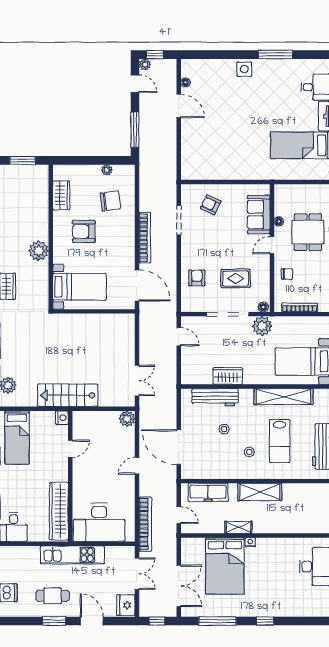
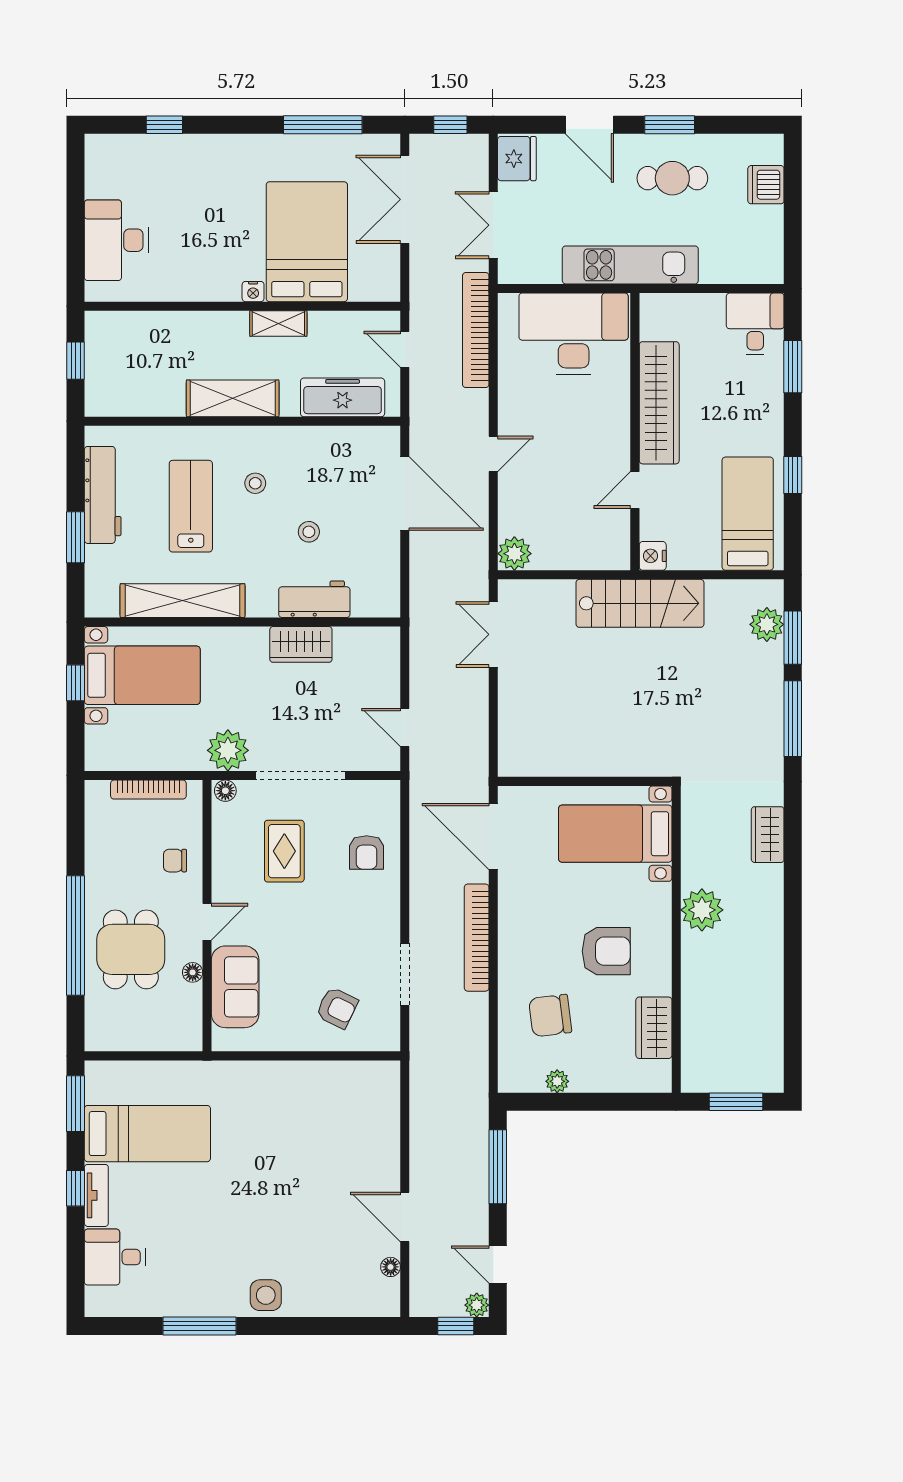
rug: (236, 278) -> (284, 851), turned 90
workbench: (215, 397) -> (314, 599), width x0.73
wardrobe: (59, 511) -> (659, 403), moved
window: (265, 621) -> (164, 125), moved

